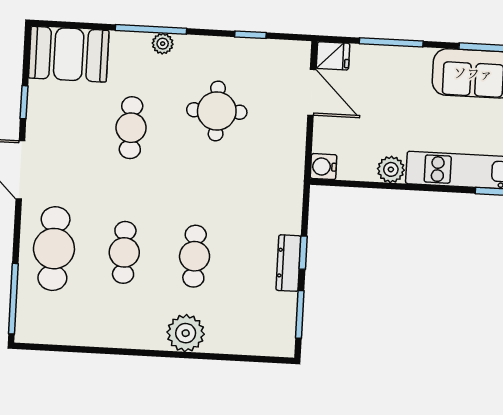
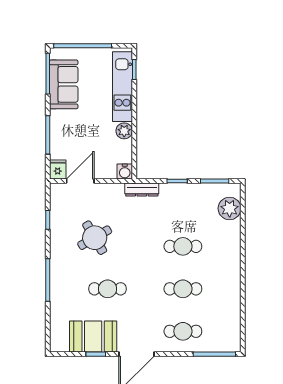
plant: (163, 44) -> (56, 273), removed
booth: (69, 54) -> (93, 337), moved, turned 90
round table: (217, 111) -> (95, 238), turned -30
cafe table: (54, 249) -> (183, 331), width x0.73, depth x0.74
dresser: (288, 263) -> (142, 190), moved
plant: (186, 333) -> (230, 208), moved

